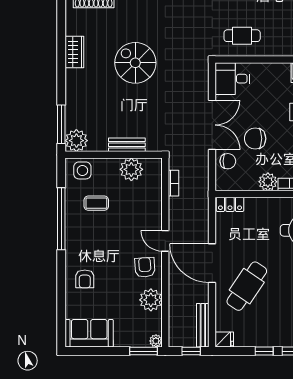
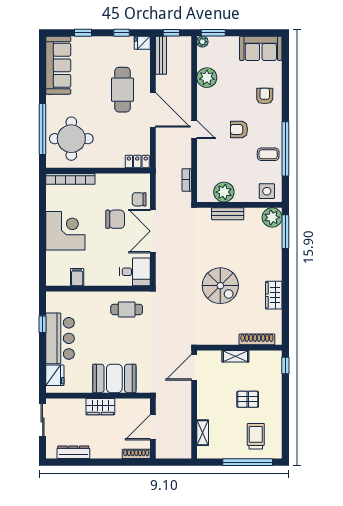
plant: (268, 182) -> (104, 181), removed
coffee table: (96, 203) -> (268, 154), moved
armchair: (145, 267) -> (239, 129), moved, turned 94
cafe table: (247, 286) -> (123, 90), turned -34
window: (264, 351) -> (122, 33), moved

